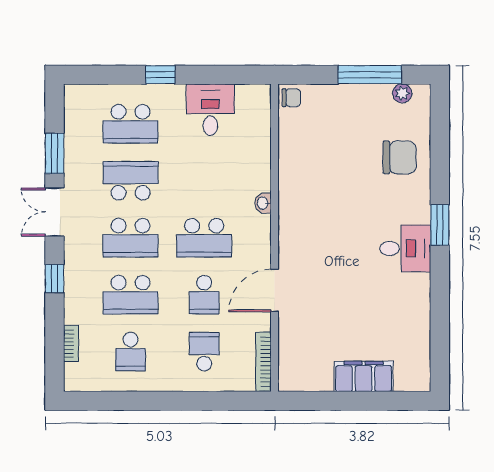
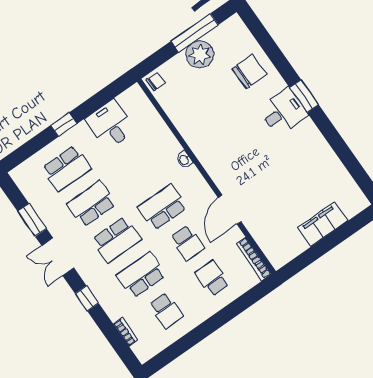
plant: (402, 93) -> (200, 54), moved, width x1.88, depth x1.88
school desk: (204, 238) -> (162, 207), turned 180
desk: (405, 248) -> (283, 112), moved
school desk: (131, 295) -> (141, 275), turned 180

